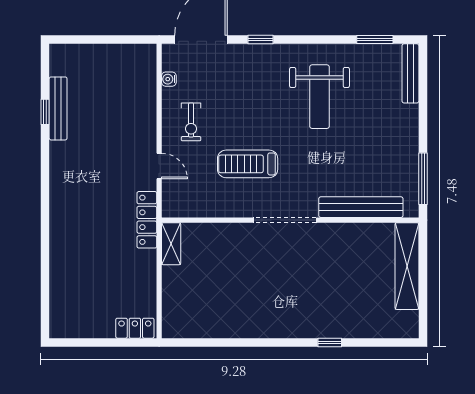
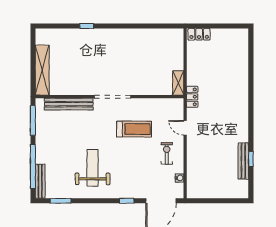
window: (423, 99) -> (33, 166), added
locker: (147, 220) -> (192, 97), width x0.66

